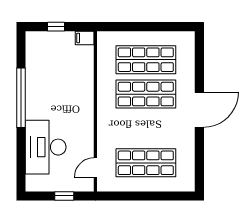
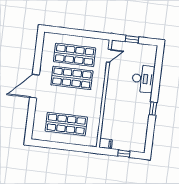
shop shelf: (146, 94) -> (72, 78), moved
window: (21, 98) -> (153, 109), width x0.32
desk: (46, 147) -> (143, 79), width x0.73, depth x0.77

